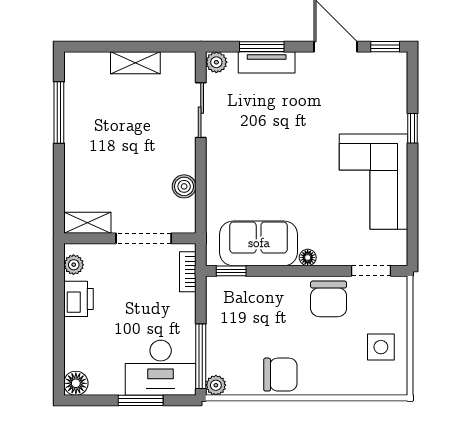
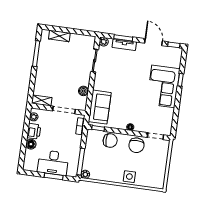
shelving: (135, 63) -> (59, 36), moved
corner sofa: (373, 182) -> (163, 86), moved
sofa: (259, 243) -> (100, 107), moved, turned 90
side table: (381, 347) -> (129, 177), moved
desk: (161, 368) -> (53, 163), moved
chair: (280, 375) -> (110, 141), moved
floor lamp: (76, 383) -> (31, 144), moved

